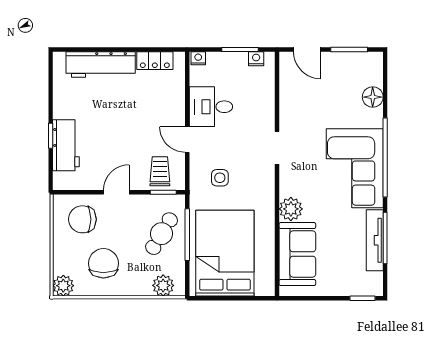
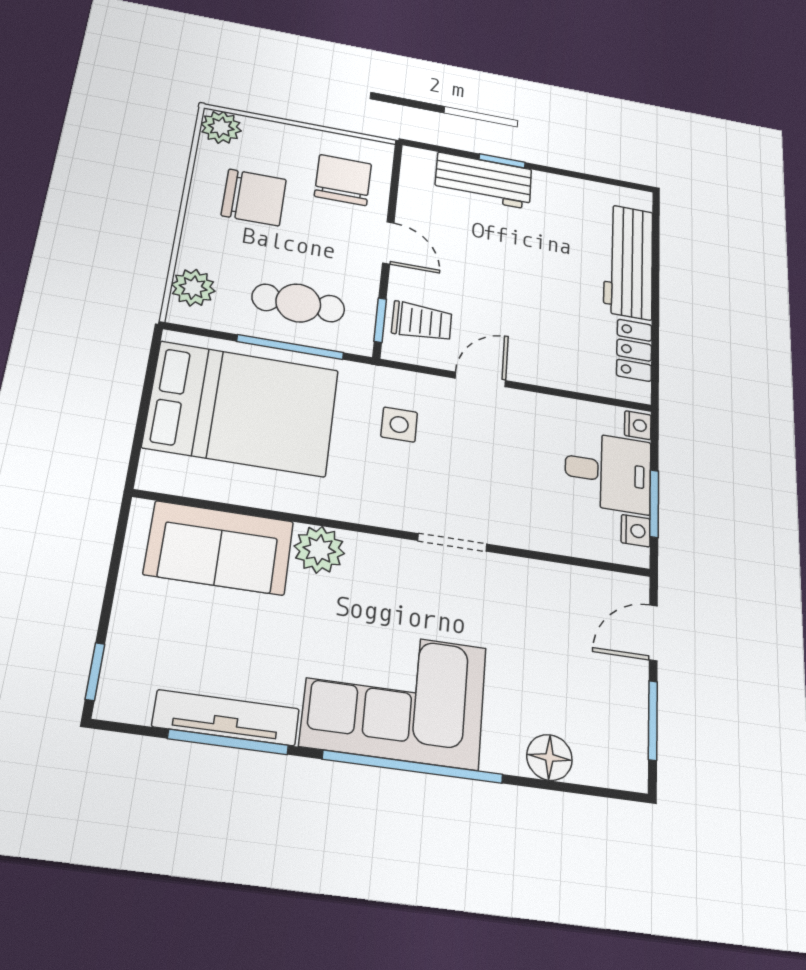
desk: (211, 107) -> (608, 472), moved, turned 90
cafe table: (162, 234) -> (298, 303), turned -31

